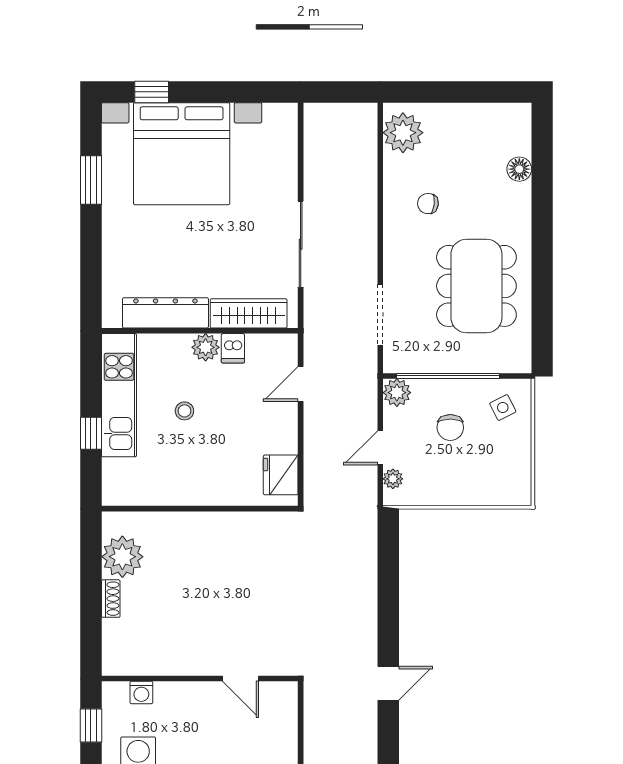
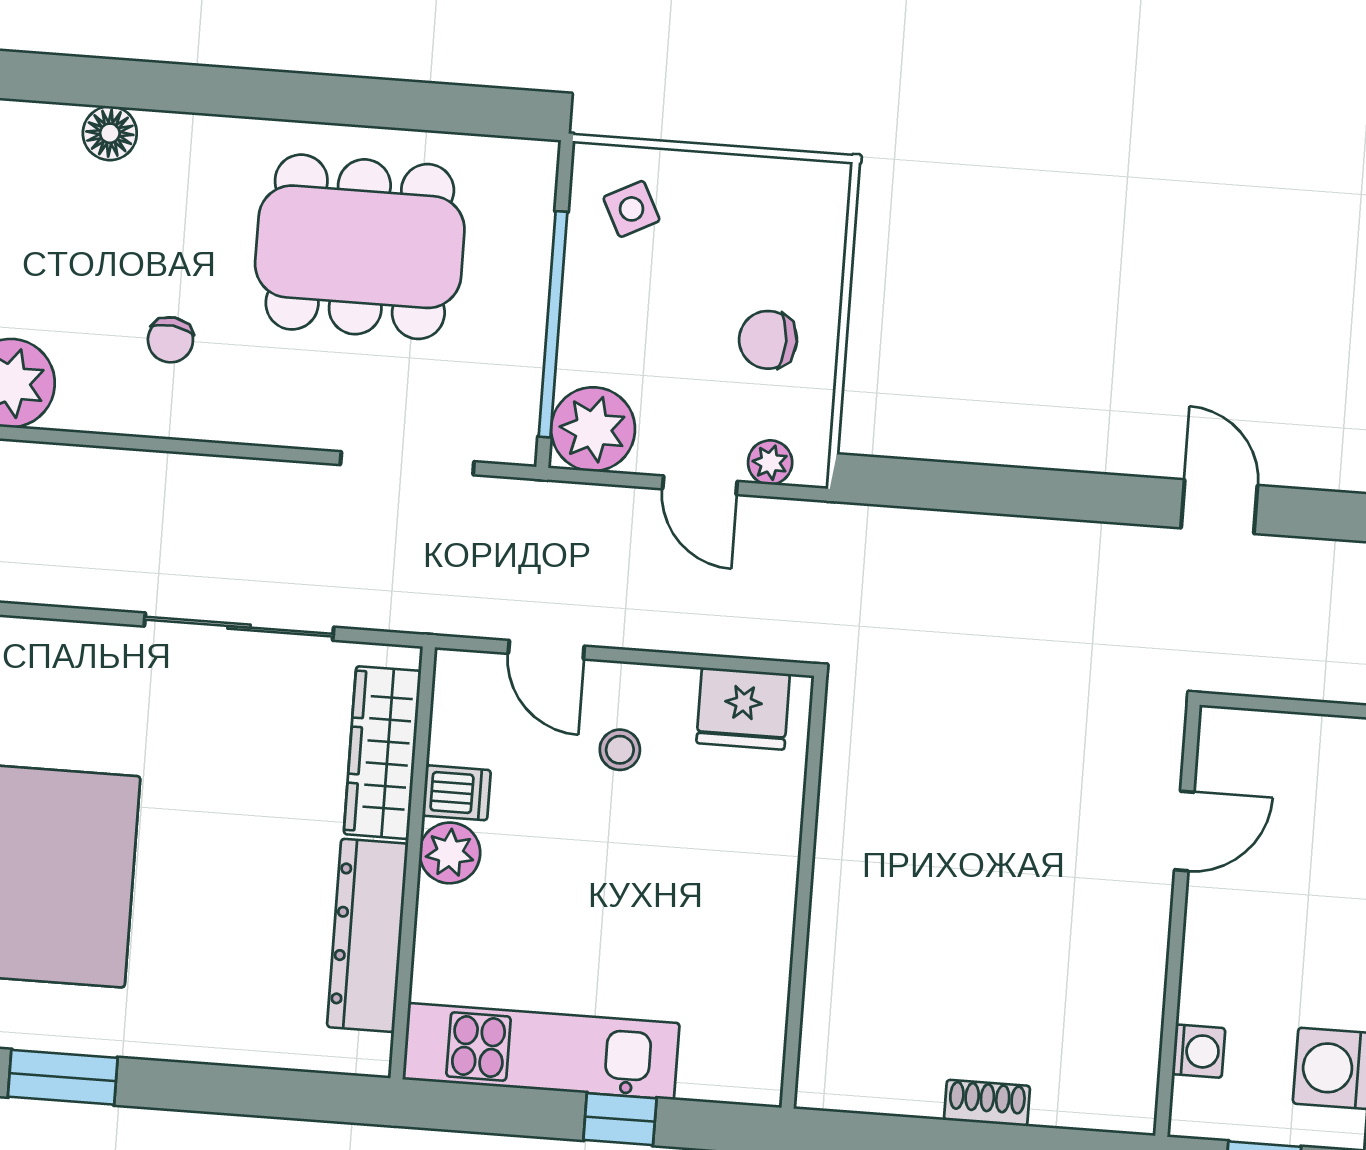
plant: (397, 393) -> (593, 429), width x1.36, depth x1.36
stool: (184, 411) -> (620, 750), moved
chair: (450, 427) -> (768, 340), moved, turned 180
plant: (122, 557) -> (897, 1070), removed

